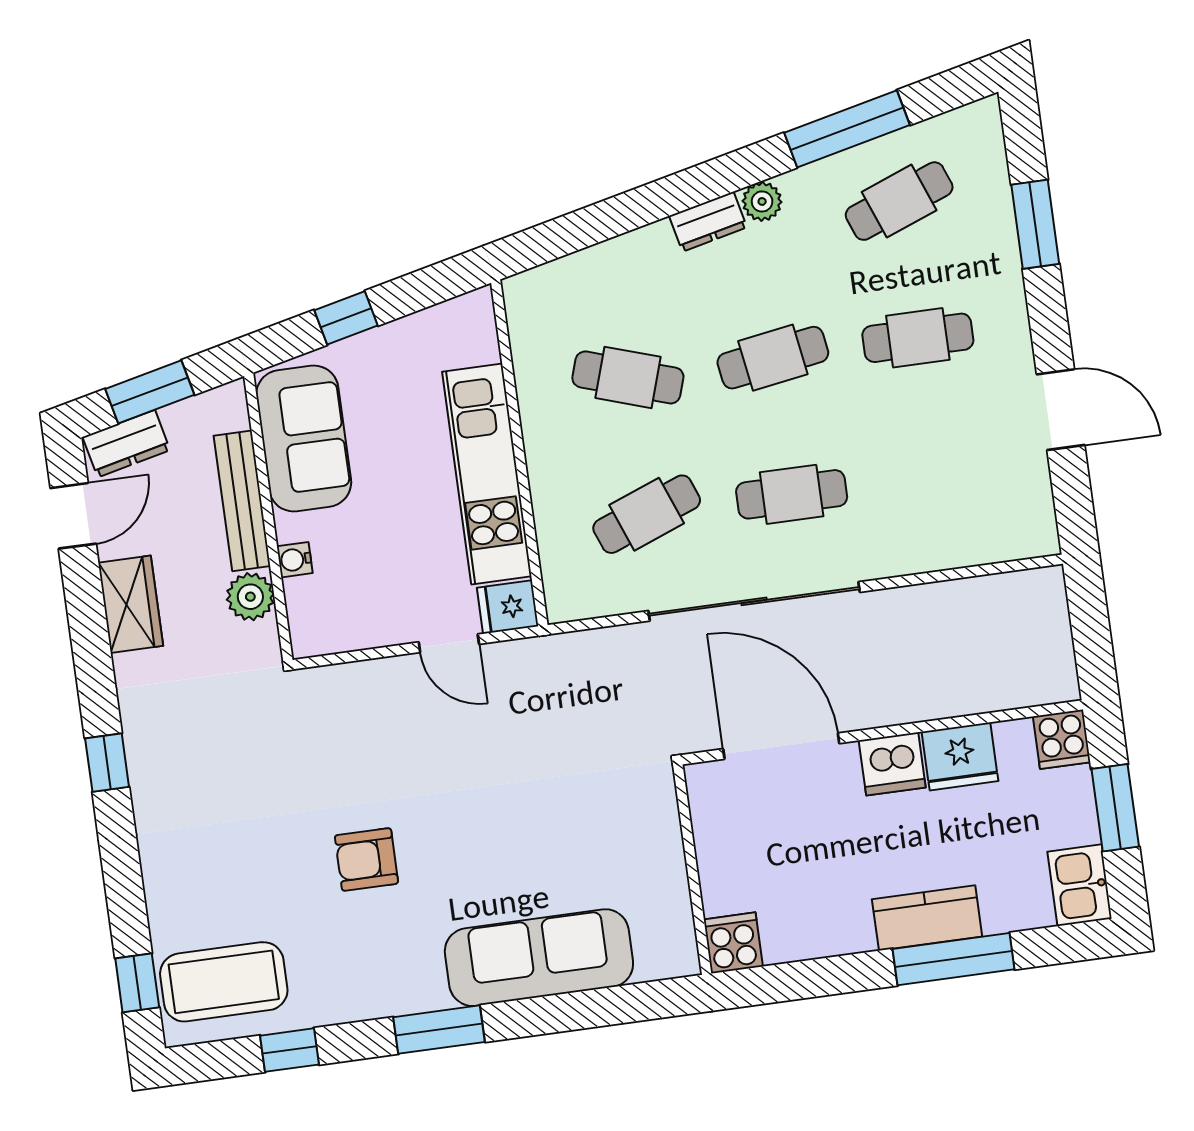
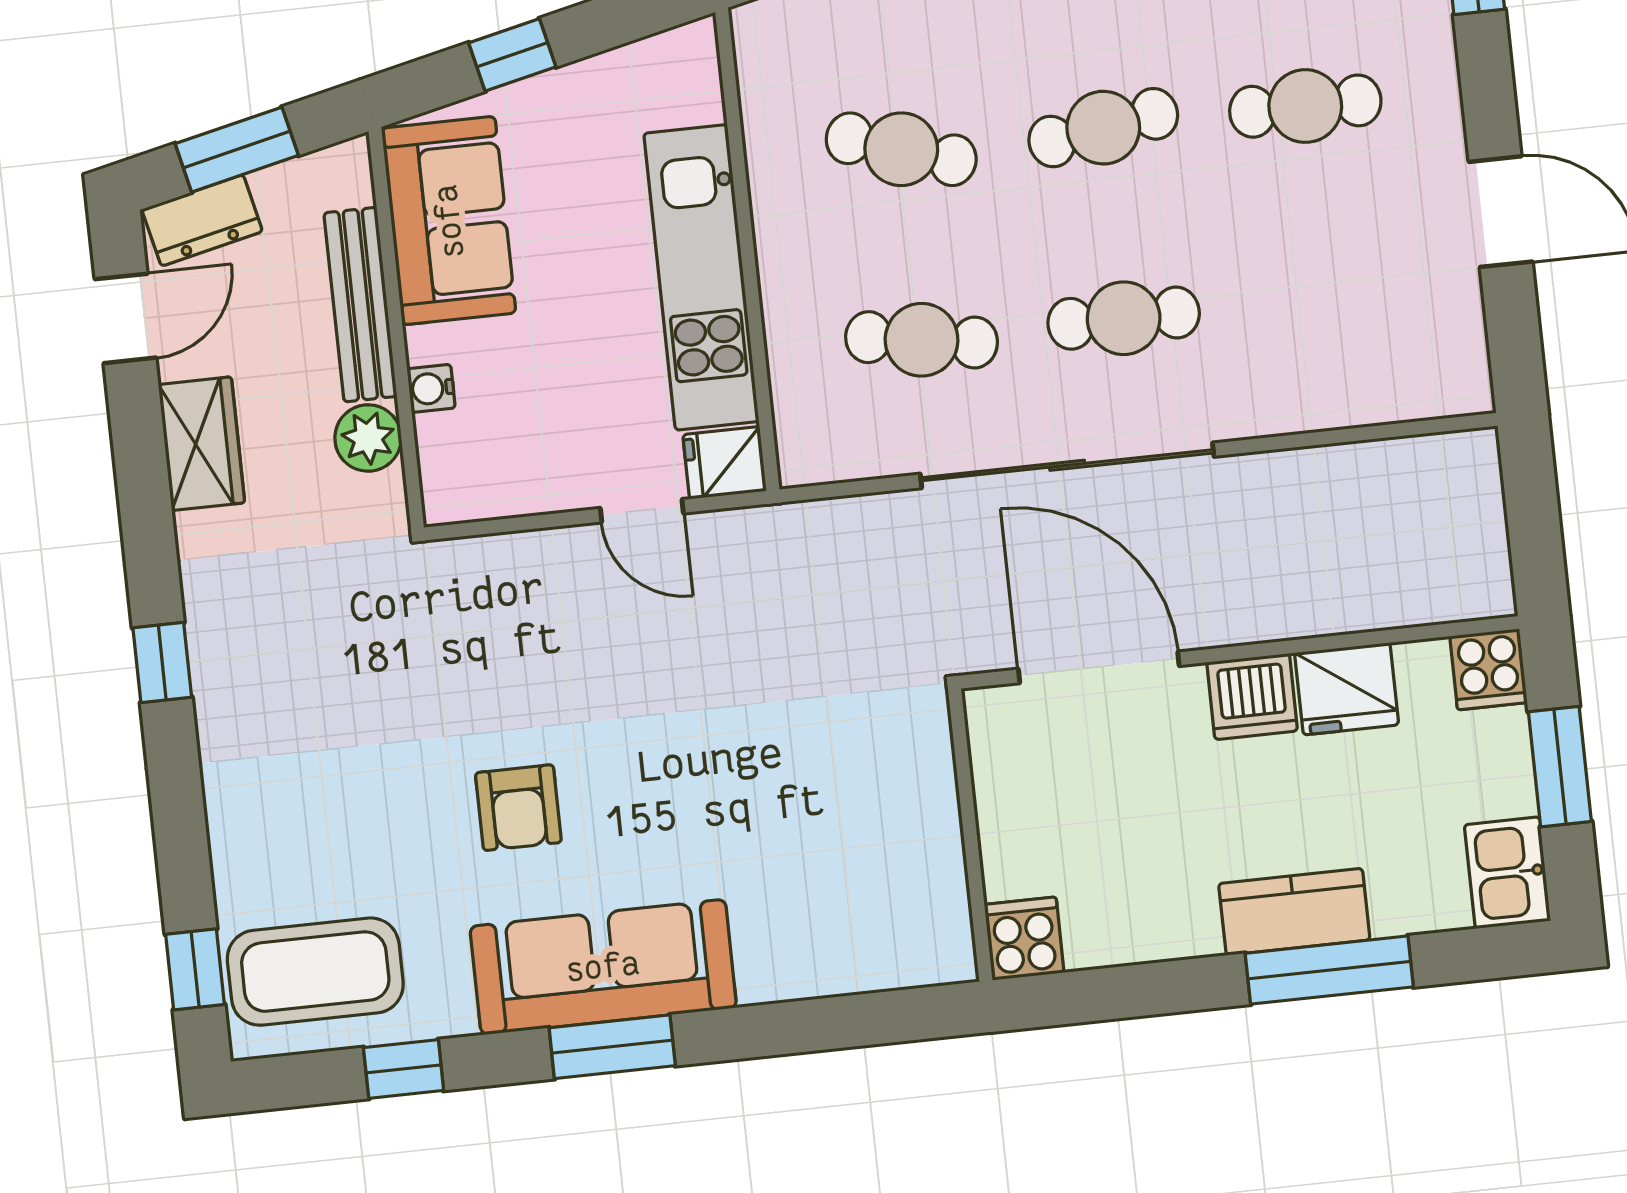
cafe table: (647, 514) -> (922, 340), turned 30
armchair: (366, 859) -> (518, 808), turned -90
sofa: (539, 958) -> (603, 967), moved

